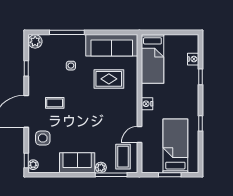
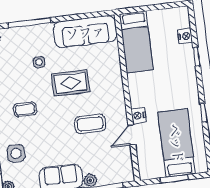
rug: (109, 79) -> (71, 83), moved
nightstand: (147, 104) -> (139, 116), moved
coffee table: (123, 157) -> (90, 124), moved, turned 90

